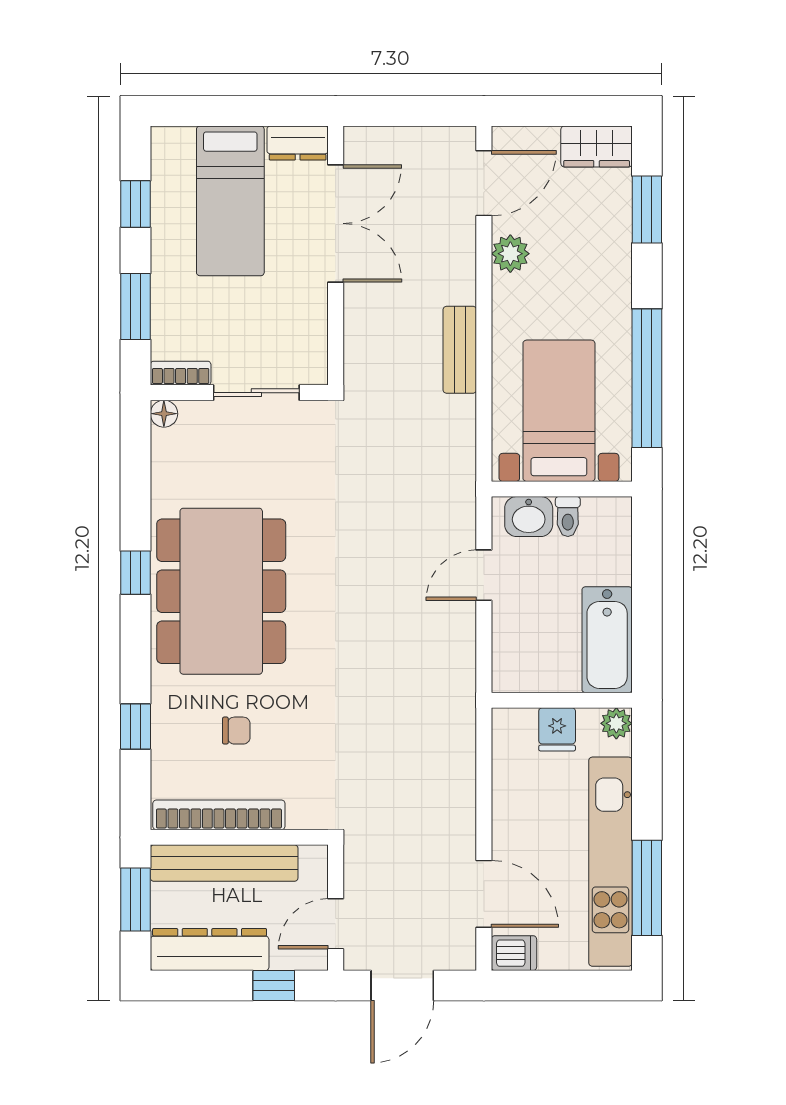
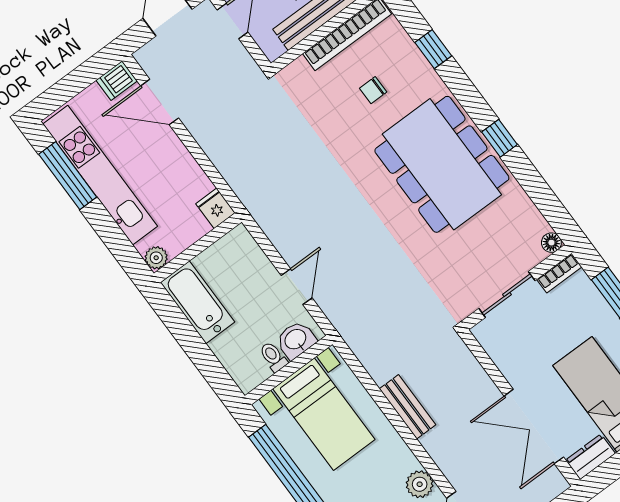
fridge: (557, 729) -> (215, 208), moved

